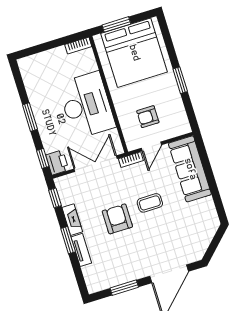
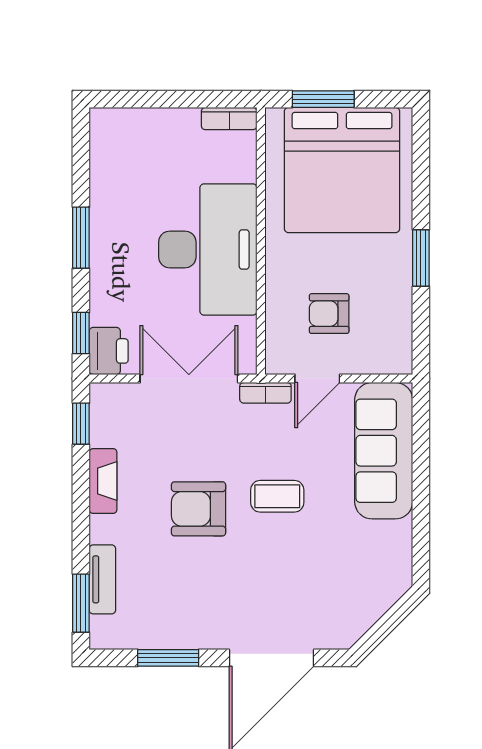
armchair: (117, 219) -> (199, 509), turned -90
window: (68, 240) -> (81, 603), moved
tv unit: (81, 250) -> (102, 579), moved

